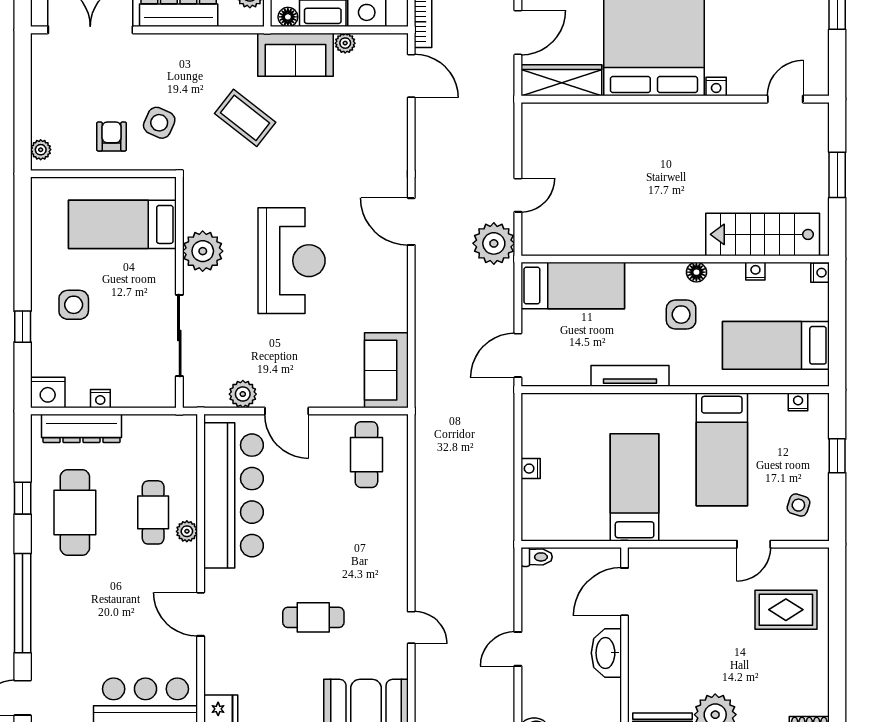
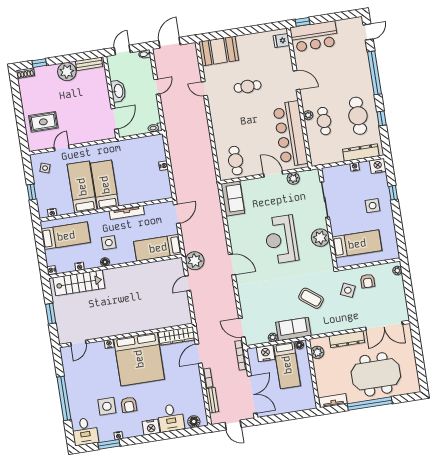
bed: (635, 487) -> (105, 185), moved, turned 180

